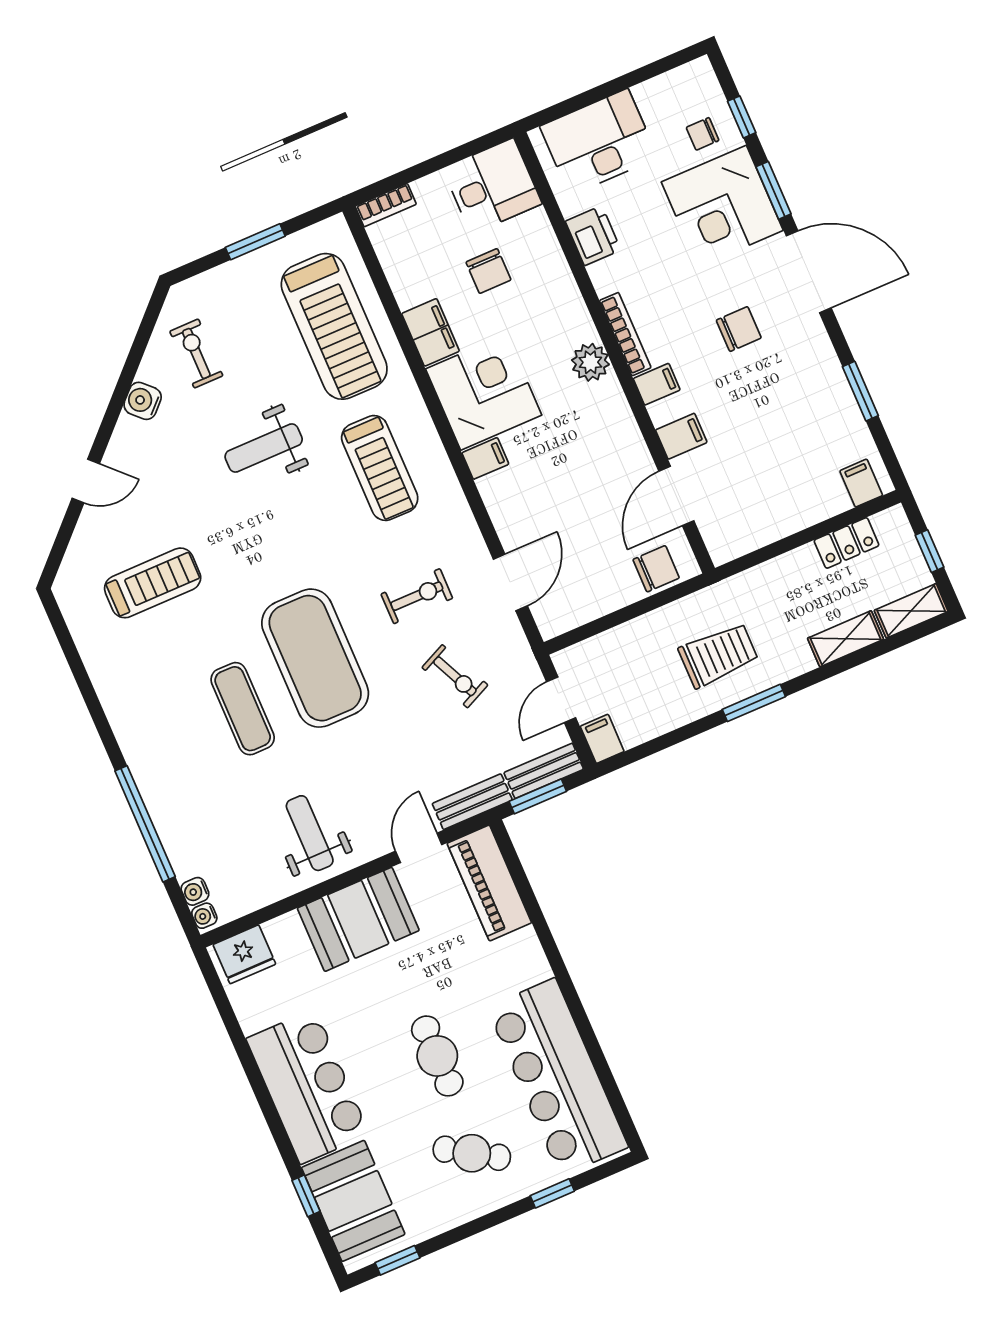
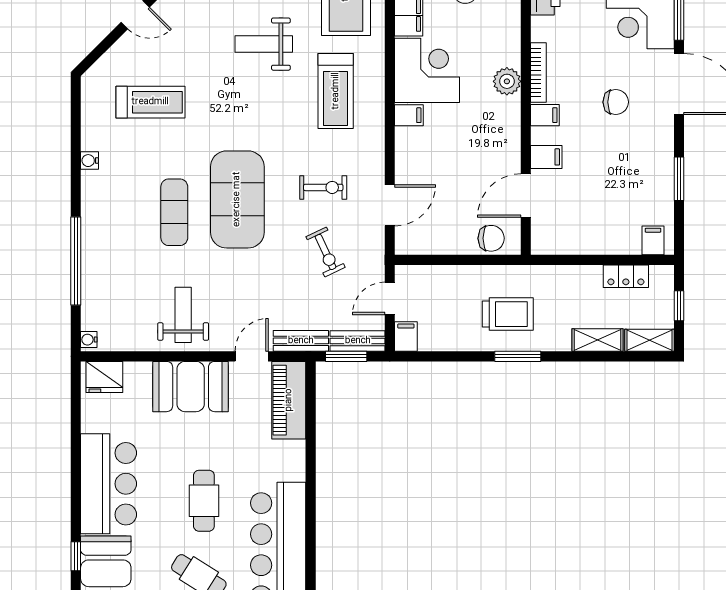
water cooler: (195, 891) -> (90, 161), moved

